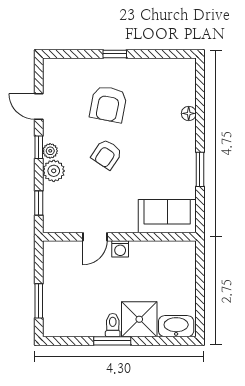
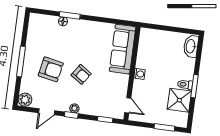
window: (115, 54) -> (21, 61), width x2.17
window: (200, 169) -> (70, 15), moved
plant: (54, 171) -> (25, 100), moved
sofa: (167, 216) -> (123, 49), width x1.36
door: (95, 237) -> (128, 105), moved
shower: (139, 319) -> (179, 100), moved

